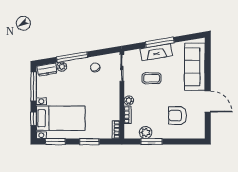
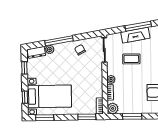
window: (34, 86) -> (24, 68), width x0.46
plant: (146, 133) -> (113, 108), moved
window: (89, 142) -> (87, 117), moved

